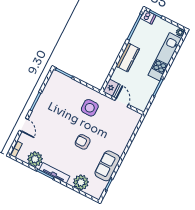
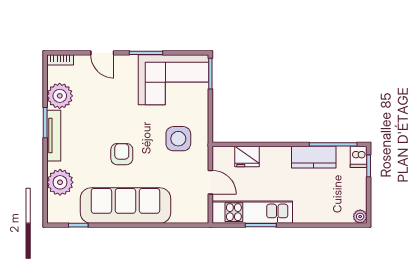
kitchen counter: (128, 57) -> (314, 157), moved
kitchen unit: (165, 57) -> (252, 212), moved
fridge: (112, 88) -> (247, 156), moved
corner sofa: (57, 94) -> (173, 80), added
door: (122, 102) -> (210, 182), hinge flipped
door: (24, 125) -> (102, 53), hinge flipped
sofa: (107, 166) -> (125, 206), width x1.85, depth x1.27

